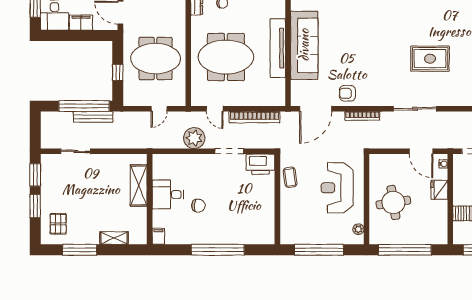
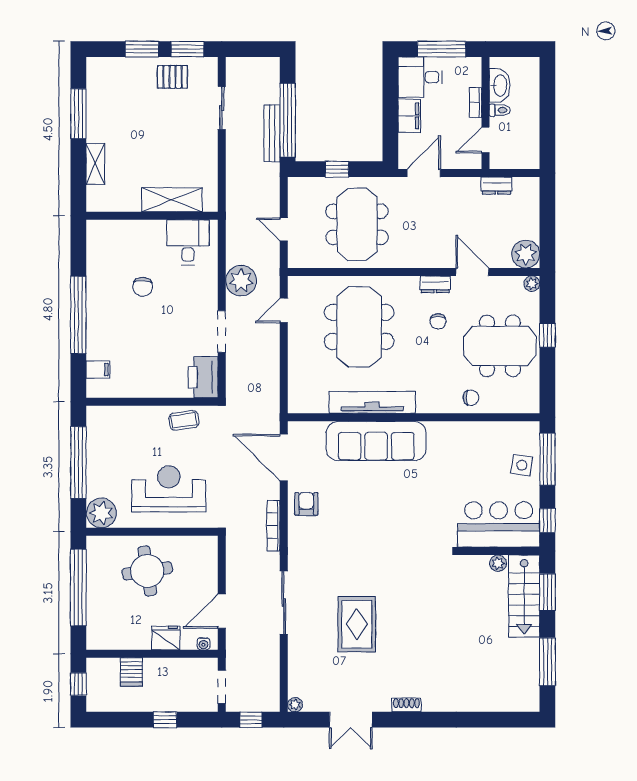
bookcase: (255, 117) -> (272, 369), removed
desk: (168, 194) -> (188, 242), moved
pallet: (58, 224) -> (172, 77), moved
plant: (358, 229) -> (101, 513), width x1.87, depth x1.87
filing cabinet: (158, 236) -> (98, 370), moved

